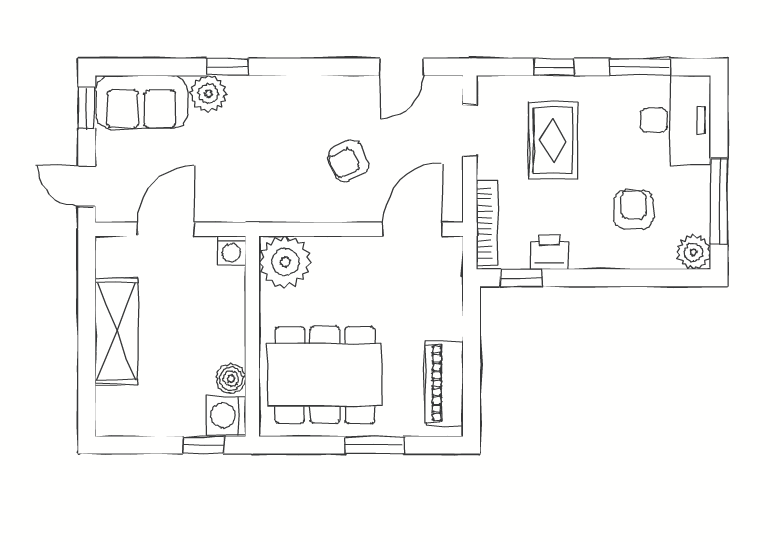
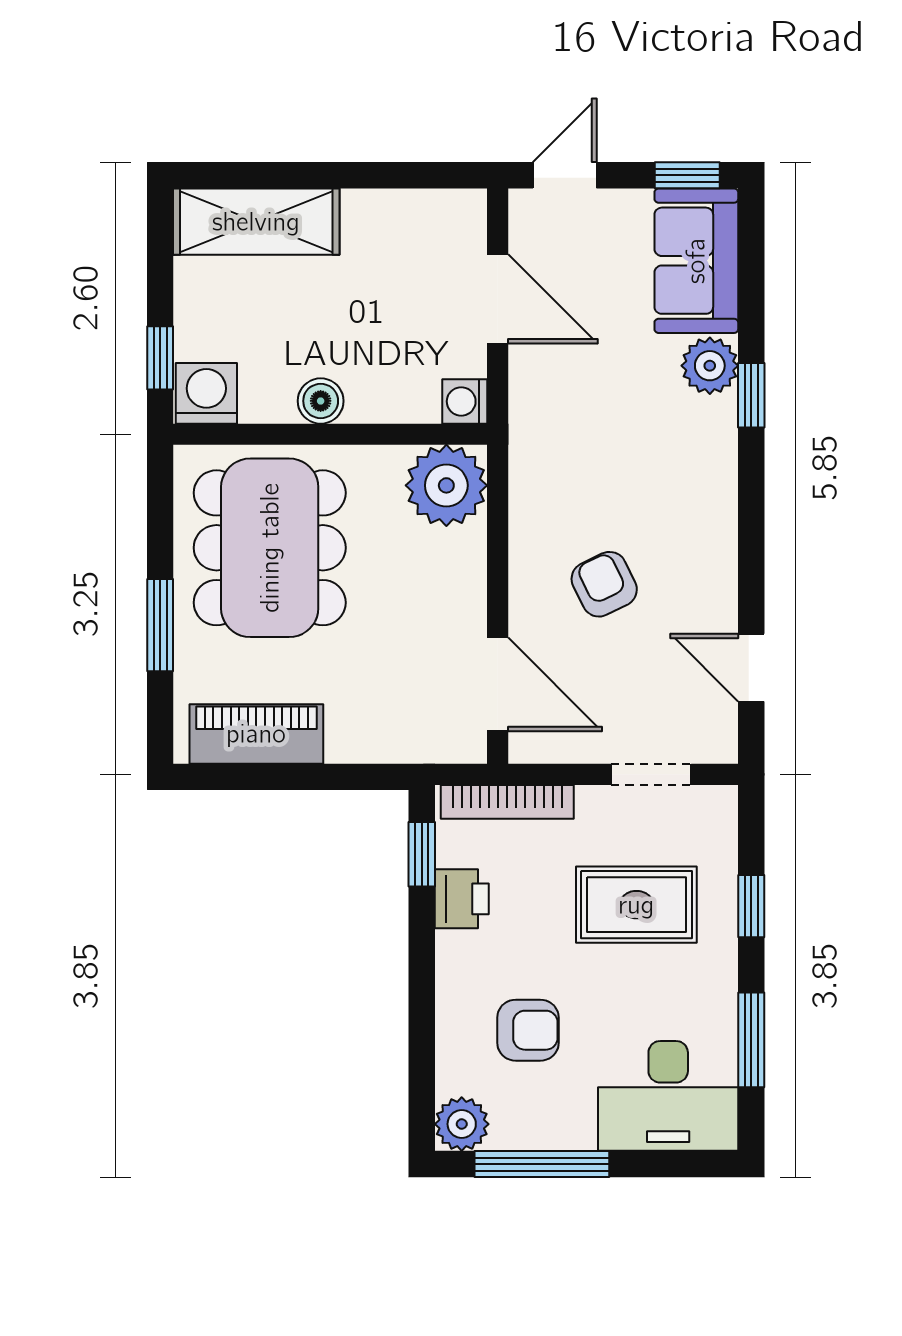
shelving: (116, 331) -> (256, 222), moved
boiler: (231, 379) -> (321, 401), moved

